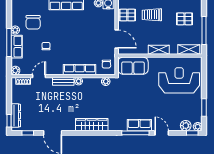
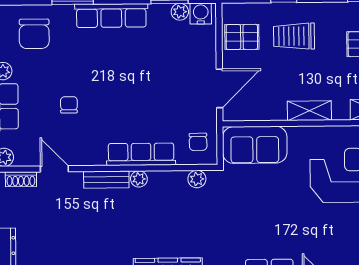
chair: (33, 22) -> (34, 34), moved
door: (117, 39) -> (220, 88), hinge flipped
door: (39, 76) -> (54, 169), hinge flipped

